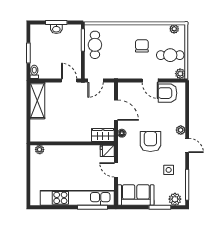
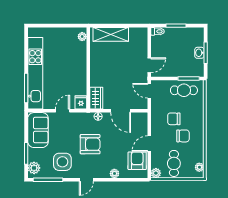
chair: (124, 55) -> (174, 119), added
shelving: (37, 101) -> (111, 34), moved
door: (116, 110) -> (121, 111), hinge flipped
plant: (181, 130) -> (114, 174), moved
side table: (169, 170) -> (62, 162), width x1.87, depth x1.87

